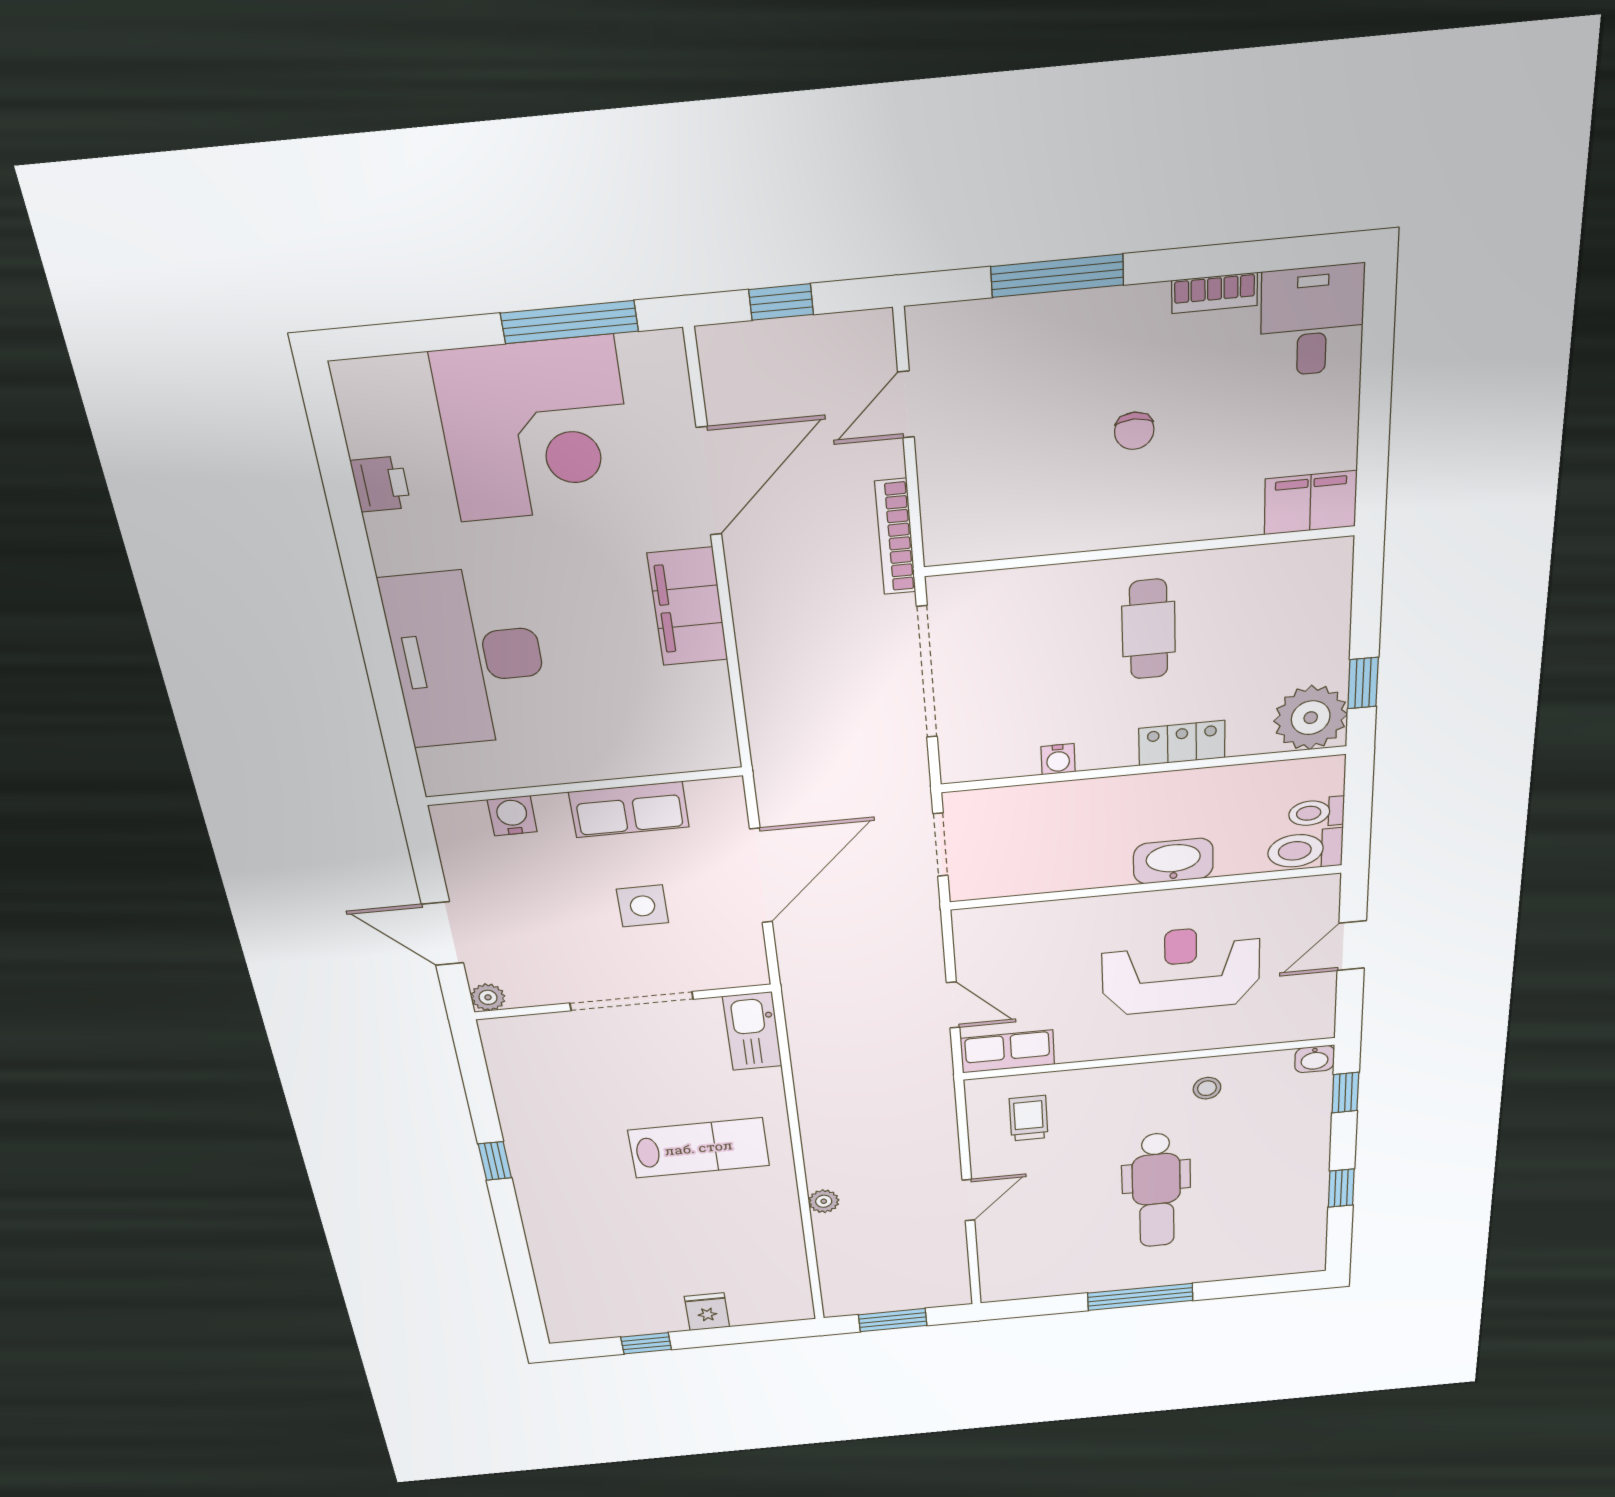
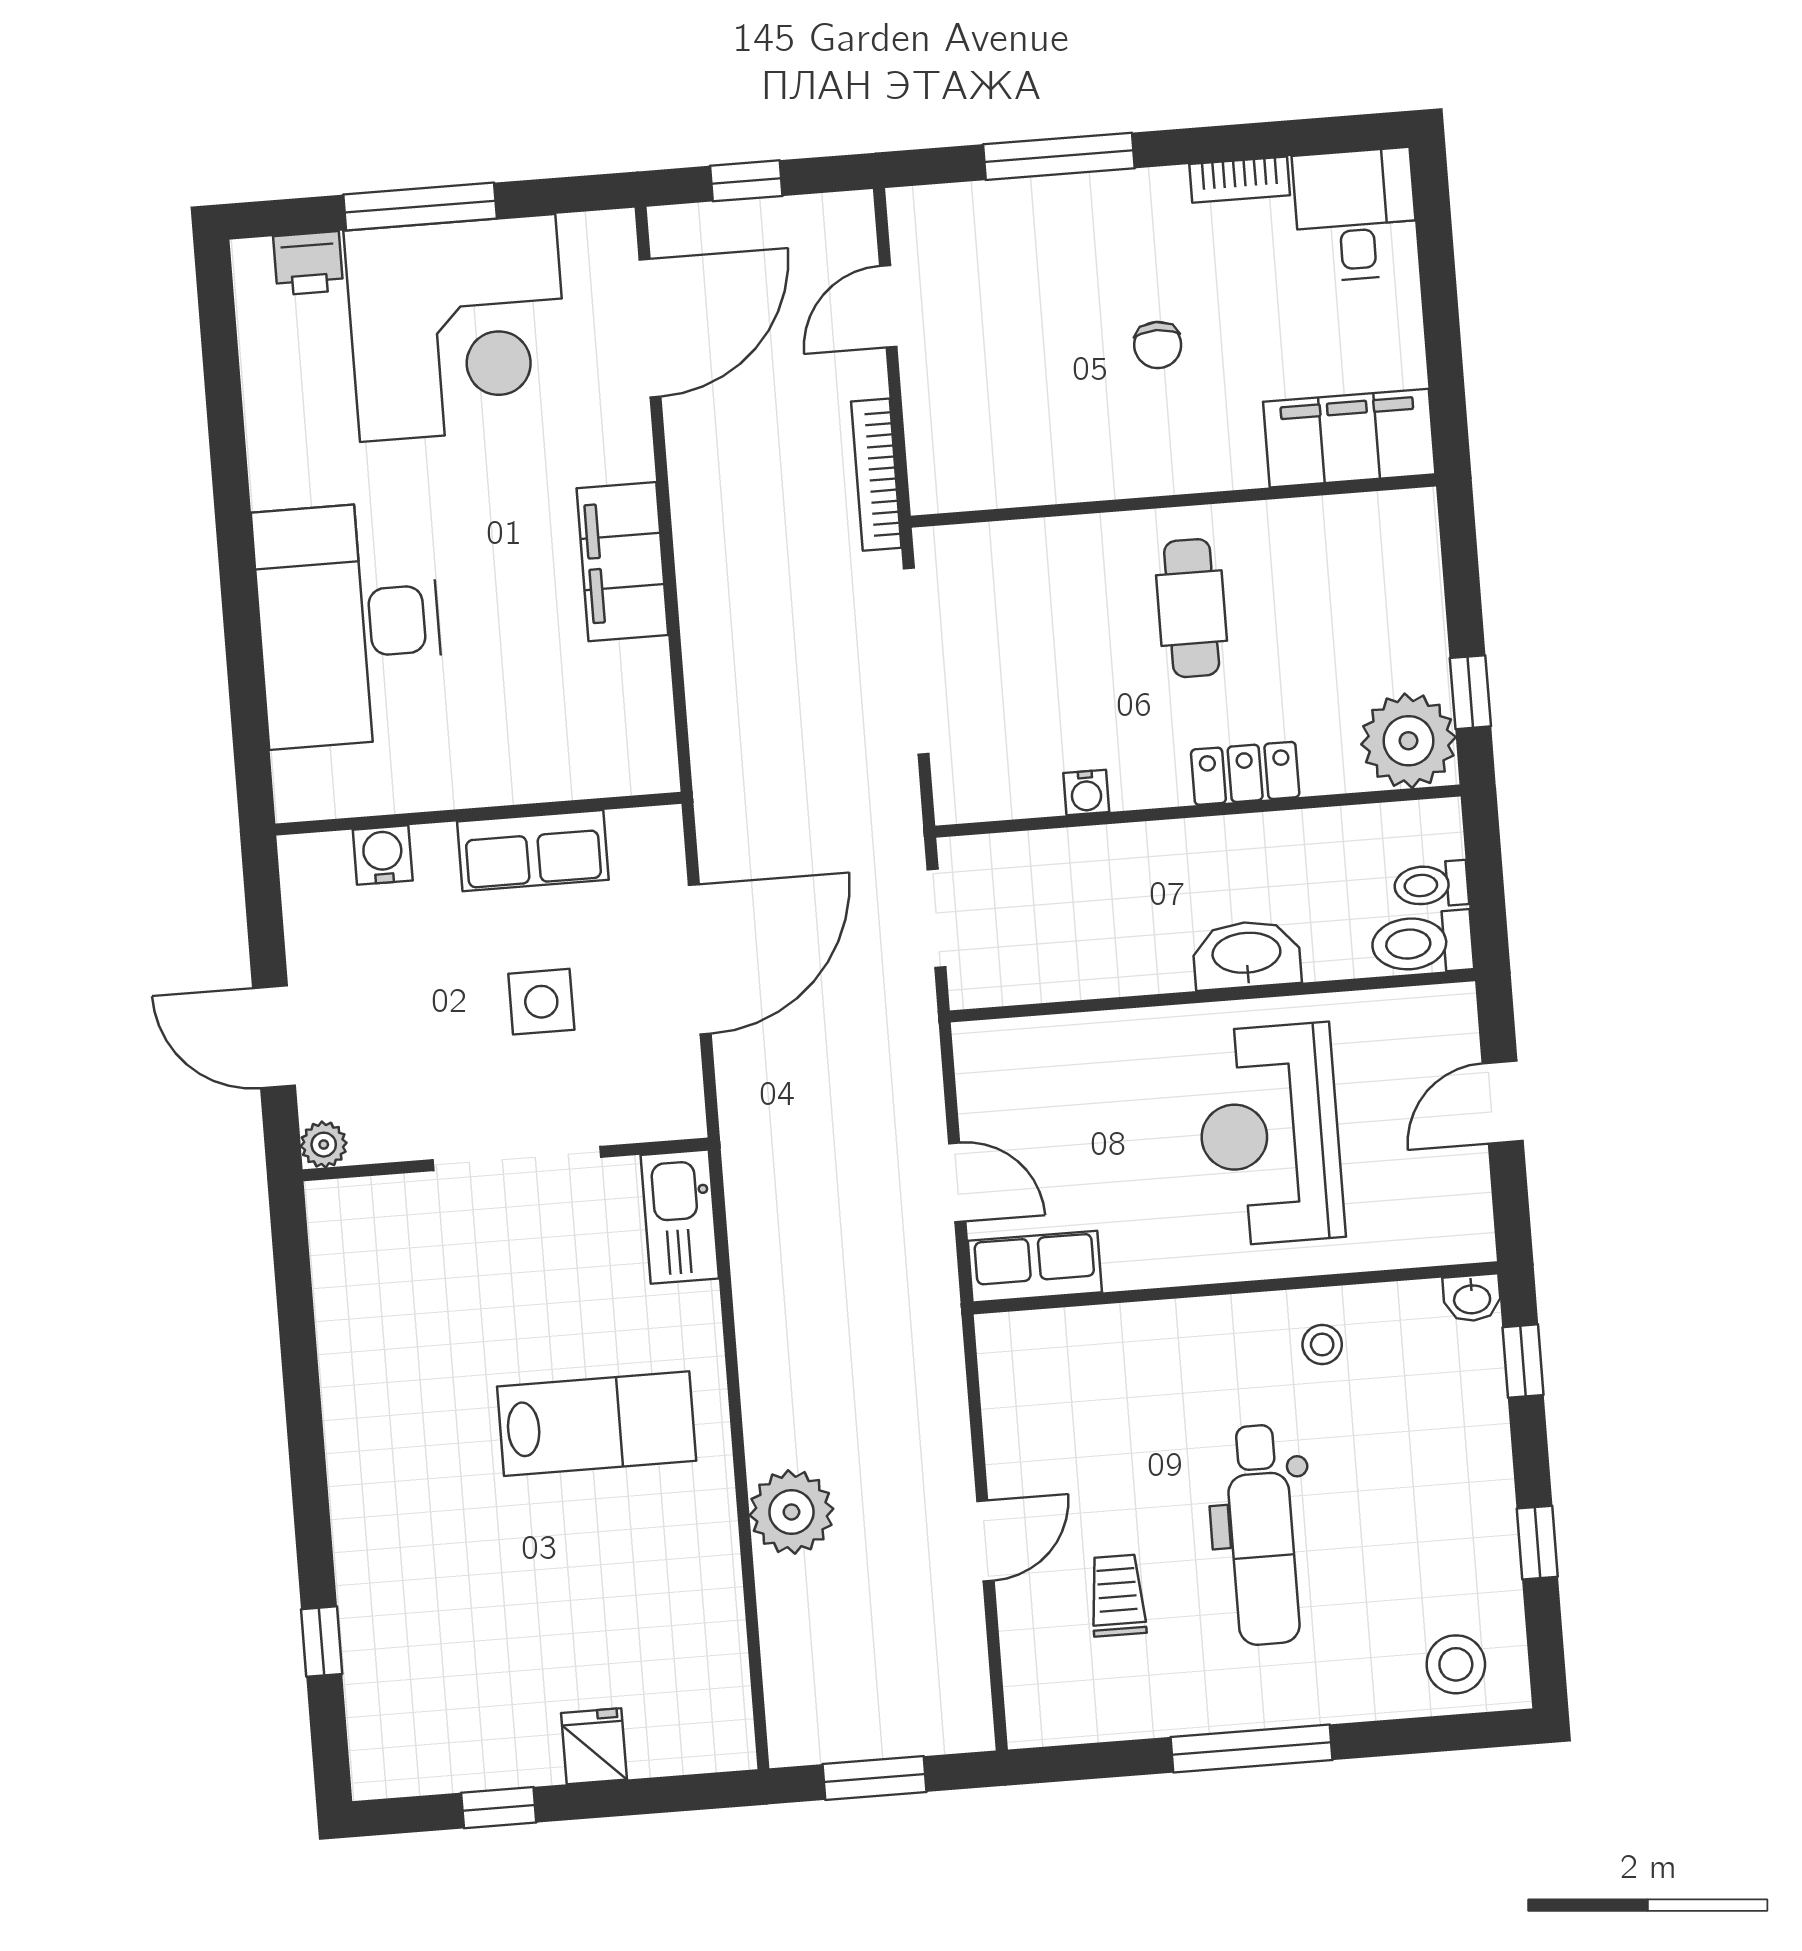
window: (569, 322) -> (420, 207), moved
door: (709, 481) -> (650, 328), moved
printer: (381, 484) -> (308, 263), moved, turned 90
filing cabinet: (1310, 503) -> (1349, 438), width x1.50, depth x1.17
reception desk: (1181, 970) -> (1270, 1134), turned -90
trolley: (1029, 1118) -> (1117, 1596), moved
window: (495, 1161) -> (322, 1642), moved
plant: (824, 1201) -> (791, 1512), width x1.88, depth x1.88
stool: (1279, 1251) -> (1456, 1664), added

